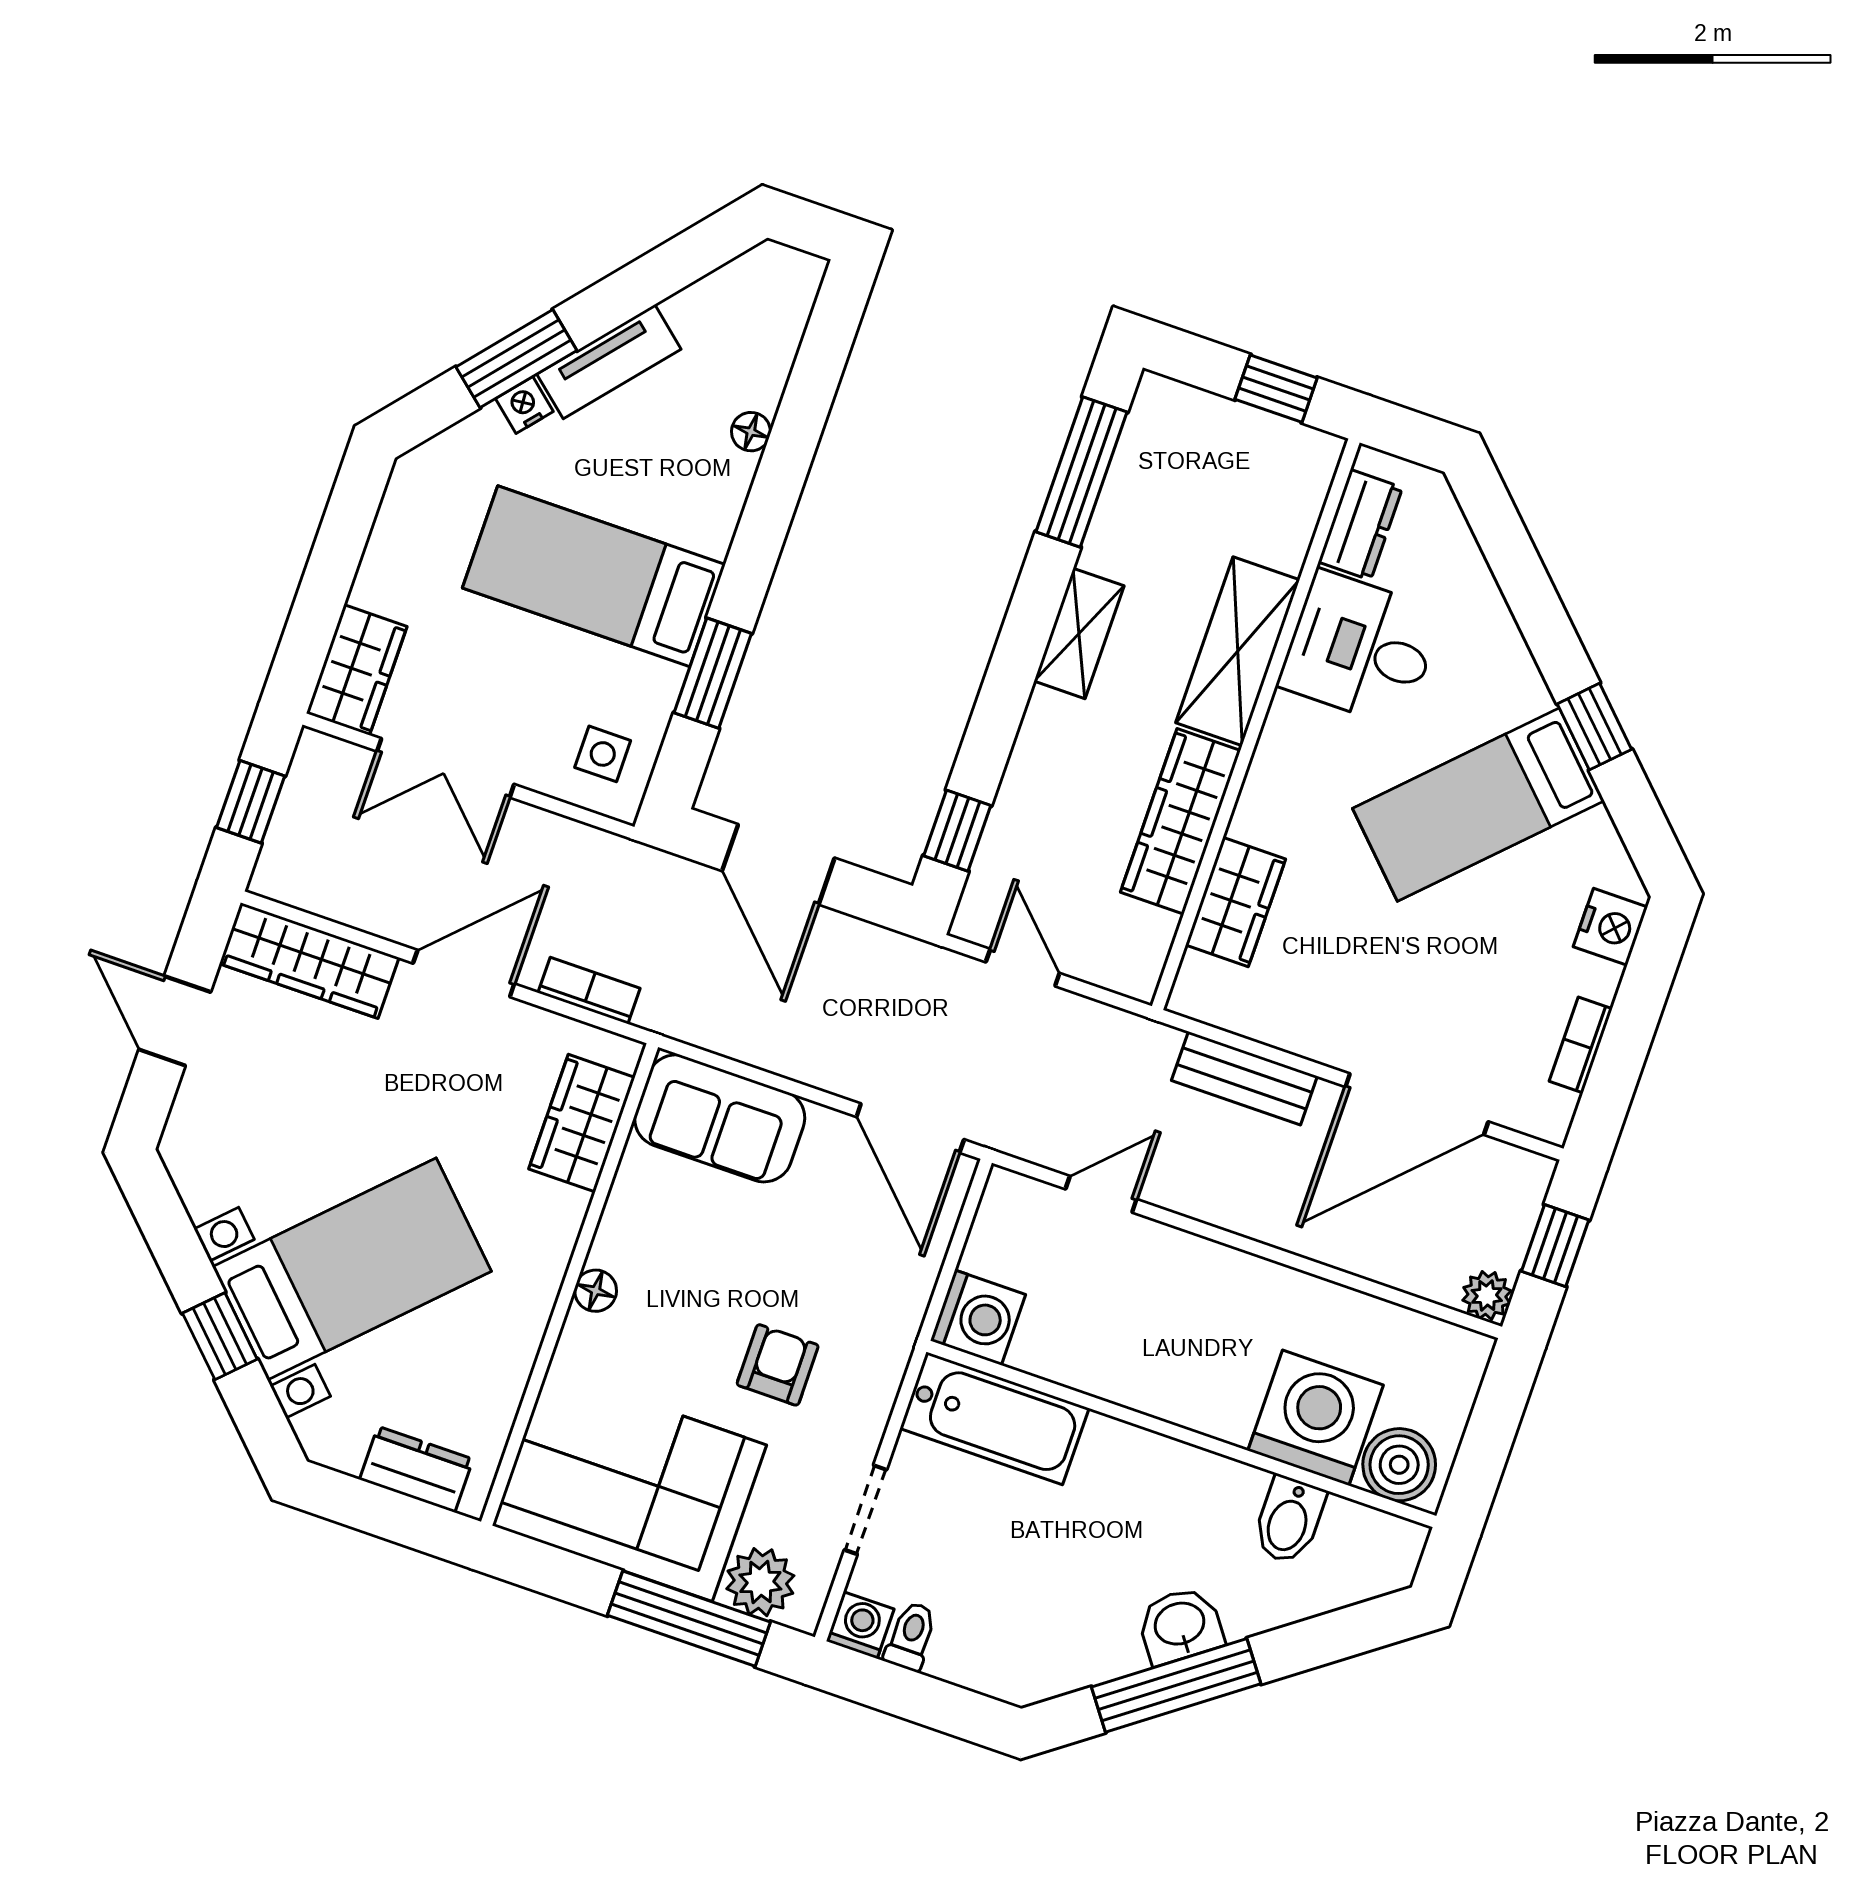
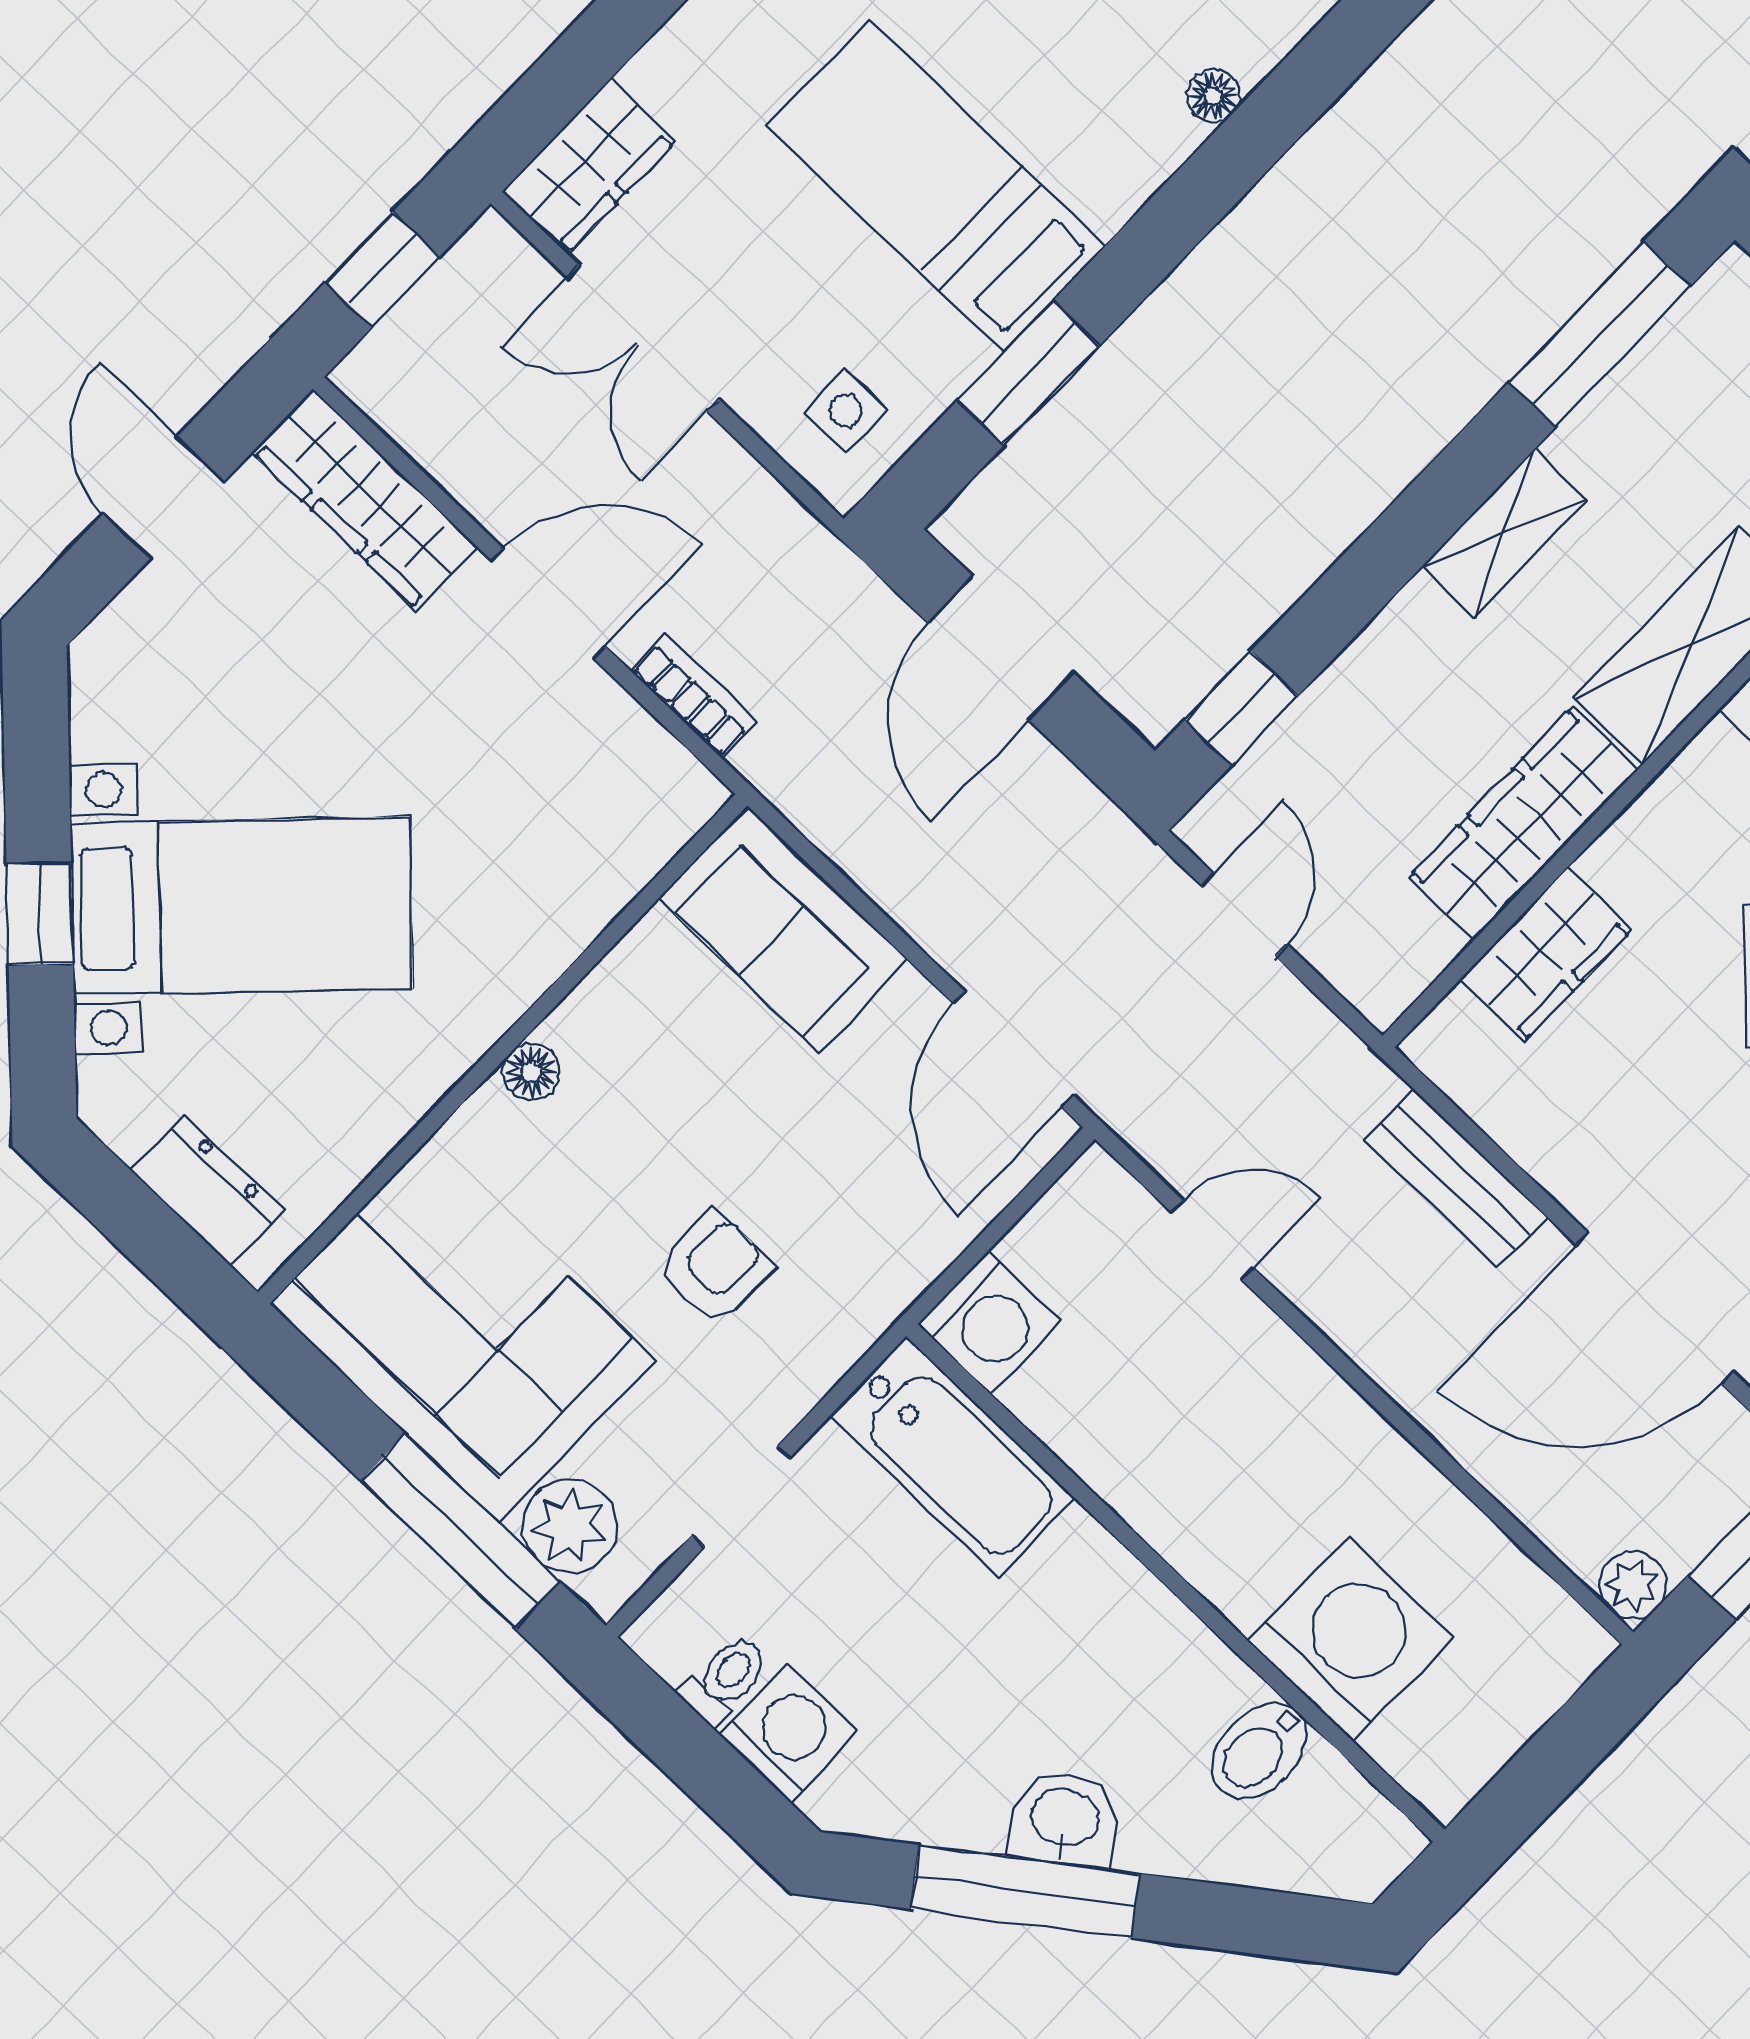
wardrobe: (582, 1123) -> (610, 856), removed
boiler: (1399, 1465) -> (1428, 1745), removed
washing machine: (861, 1625) -> (788, 1733), moved, width x1.38, depth x1.38

